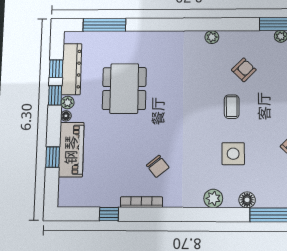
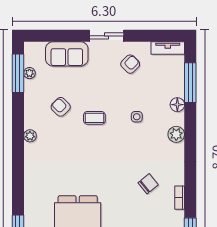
side table: (233, 154) -> (137, 117), width x0.54, depth x0.54
bookcase: (141, 202) -> (180, 198), width x0.64

